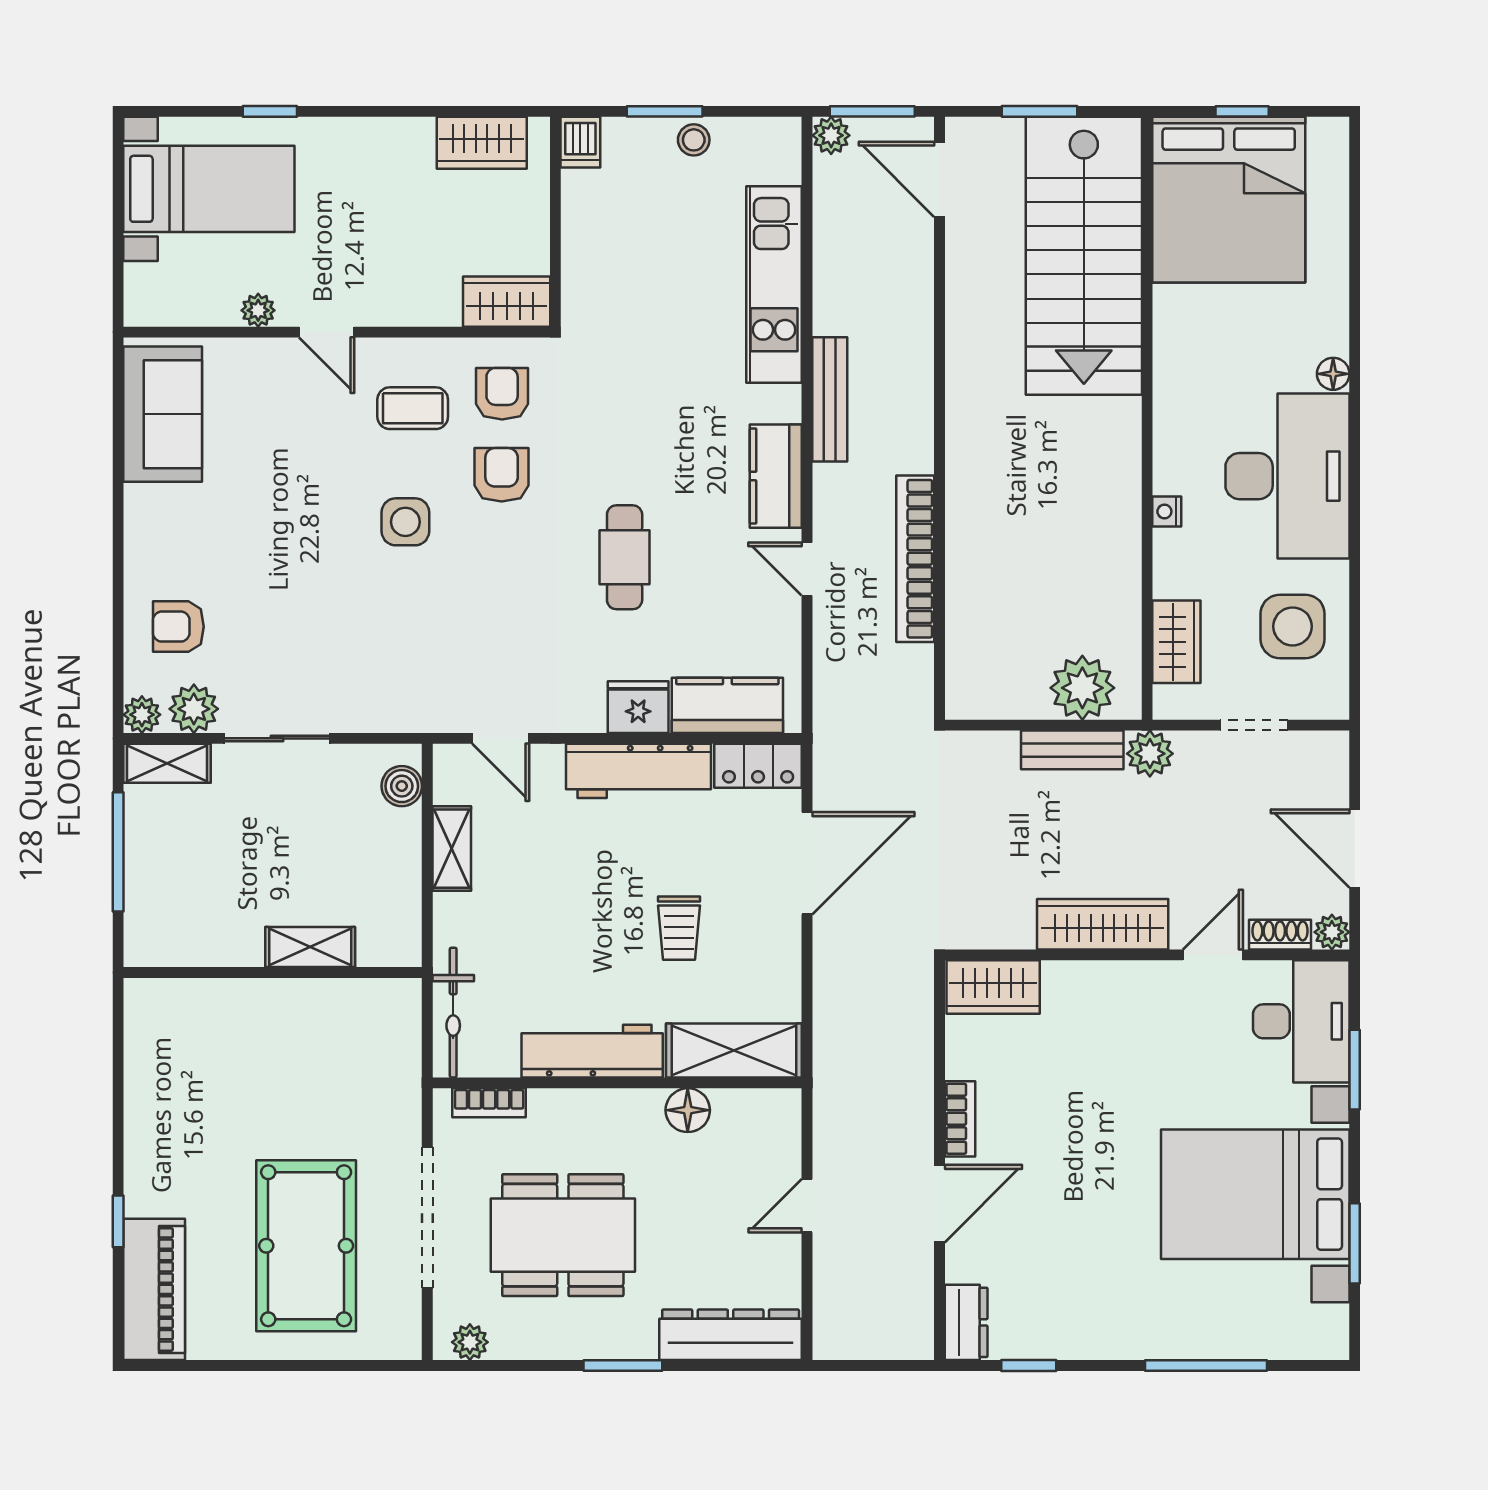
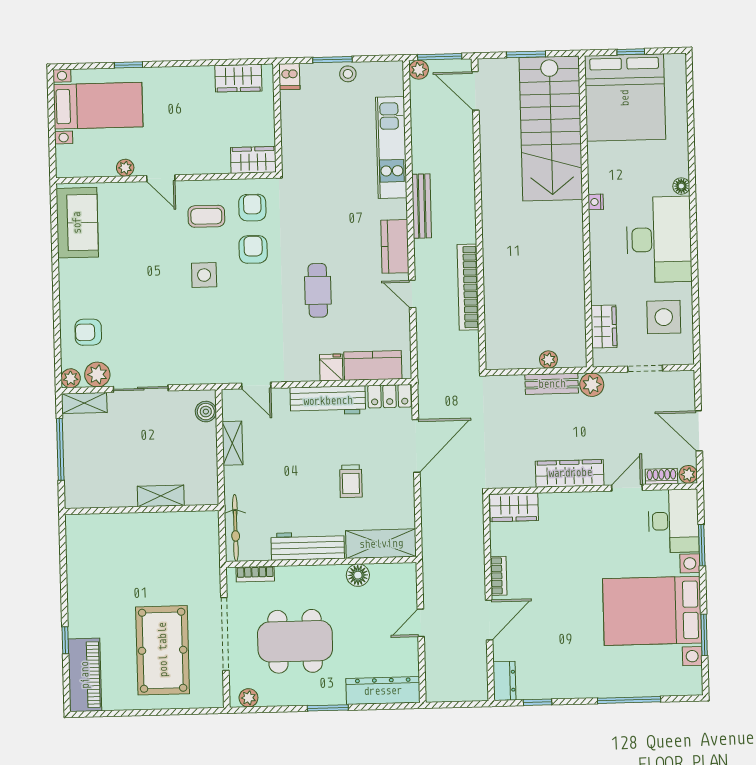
nightstand: (1167, 512) -> (596, 202), moved
plant: (1082, 688) -> (548, 360), width x0.53, depth x0.53
fridge: (638, 707) -> (331, 367), width x0.72

